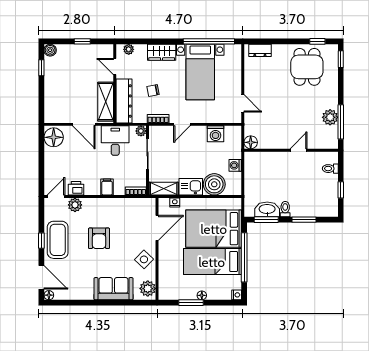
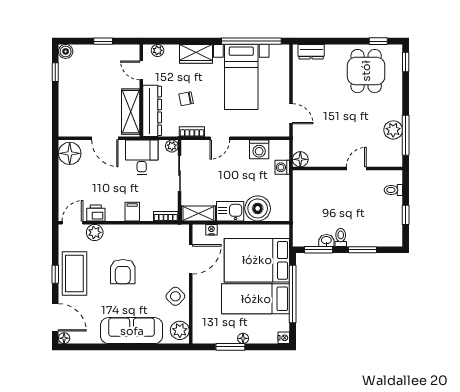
washing machine: (235, 165) -> (282, 167), moved
washbasin: (267, 209) -> (326, 241), width x0.52, depth x0.69
sofa: (113, 289) -> (132, 331), width x1.36

